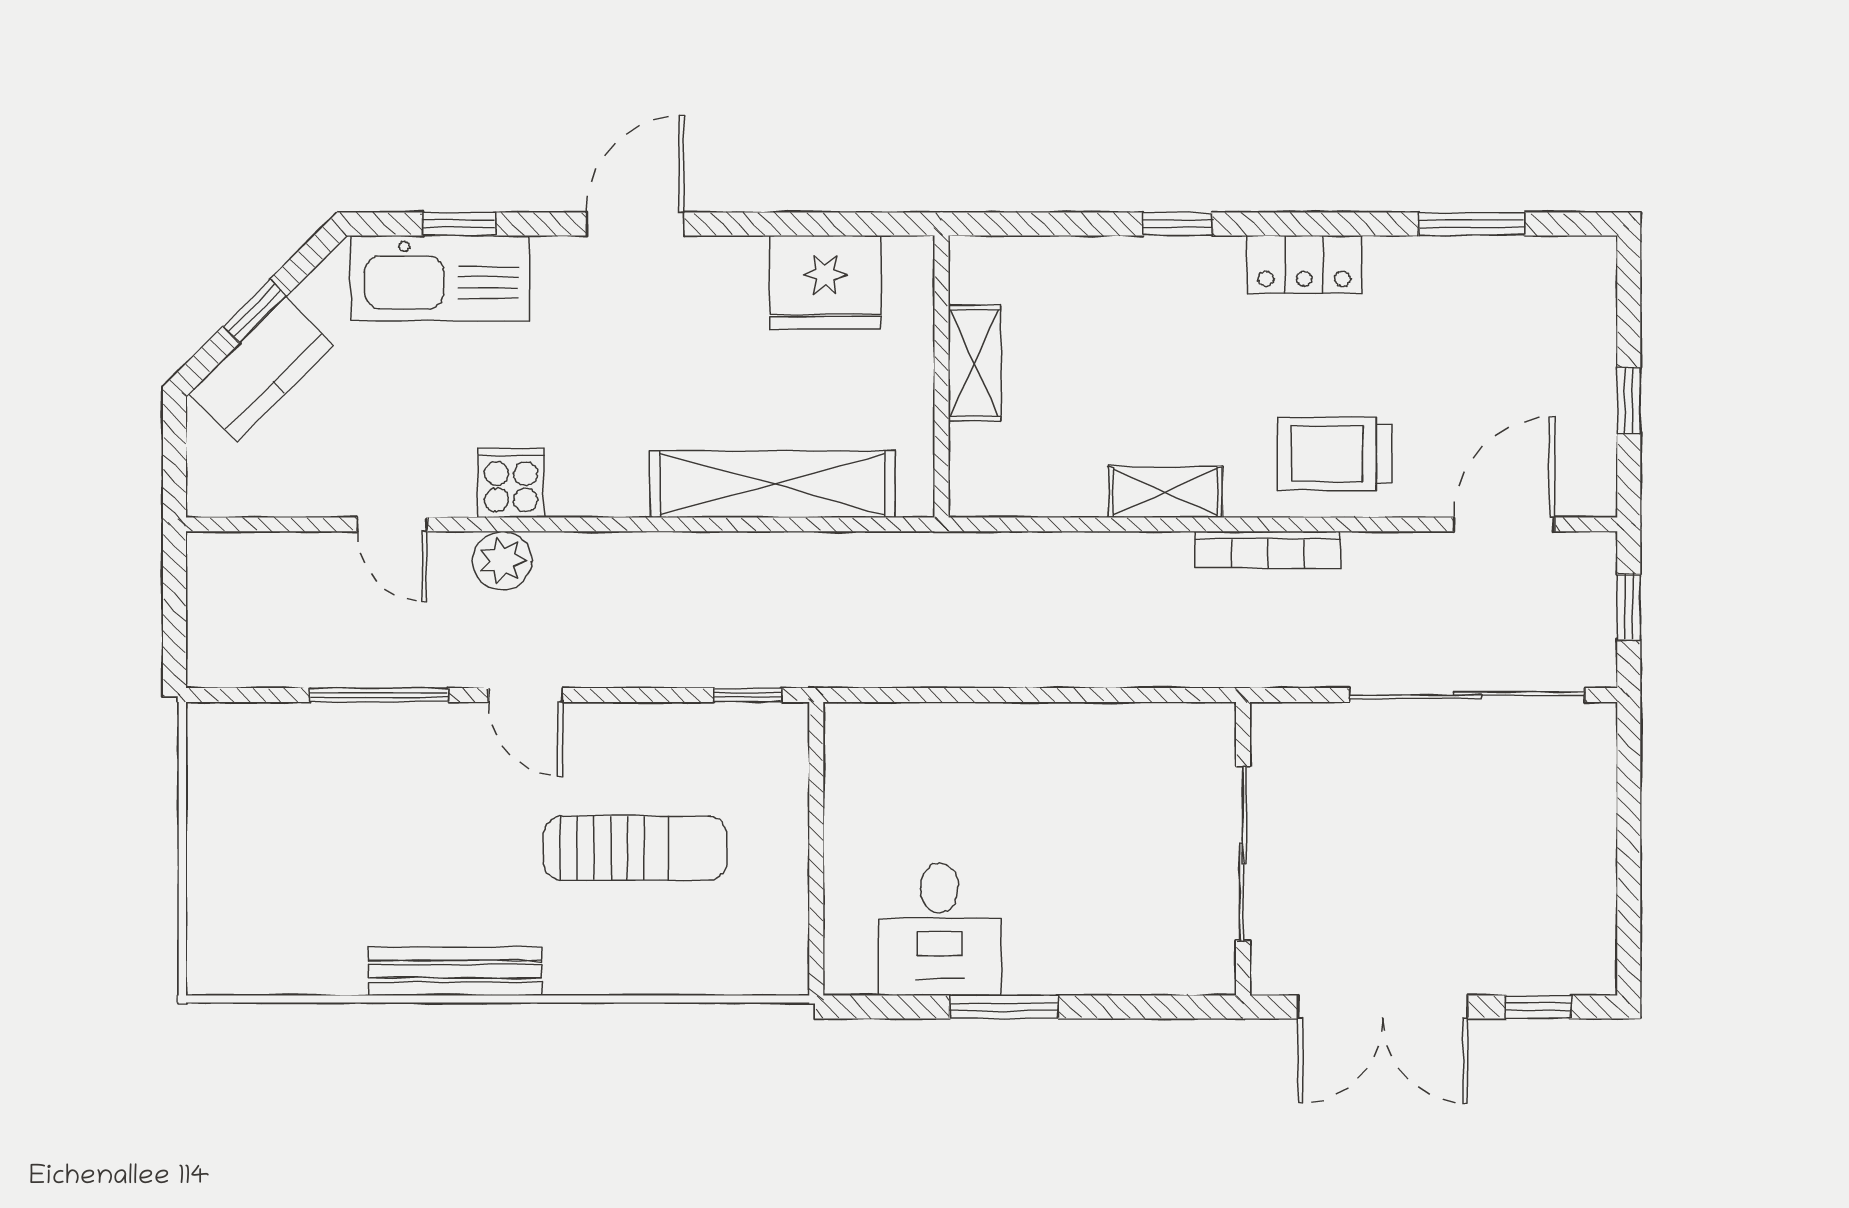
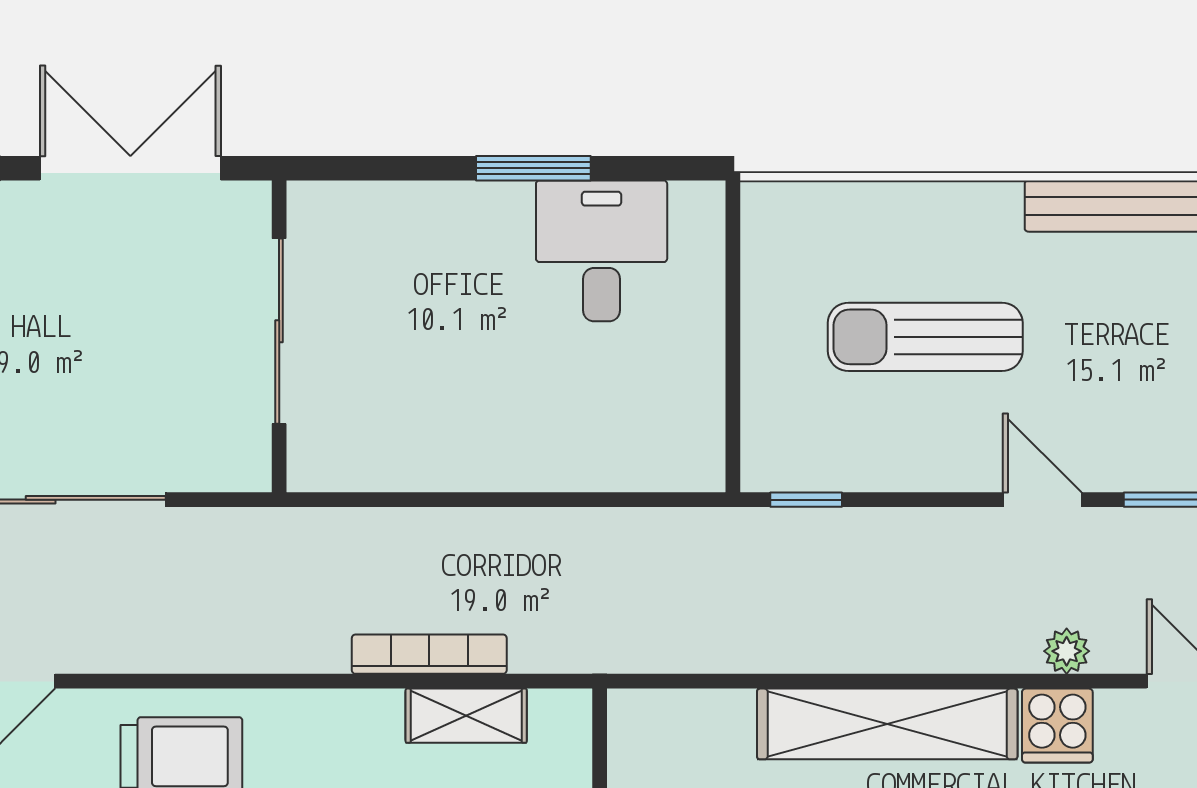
shelving: (772, 484) -> (887, 724), moved
shelving: (1165, 492) -> (466, 716), moved
bookcase: (1268, 550) -> (429, 654), moved
plant: (502, 561) -> (1067, 651), width x0.73, depth x0.73

